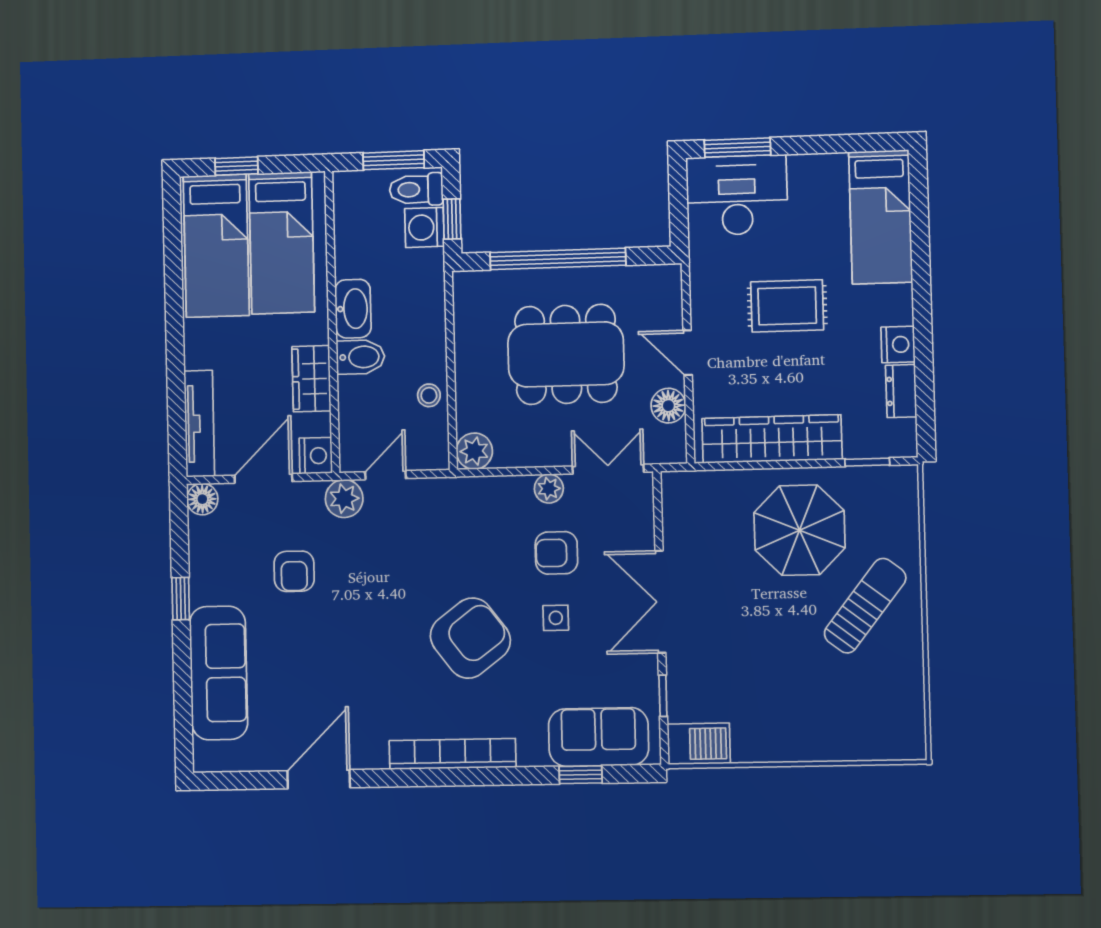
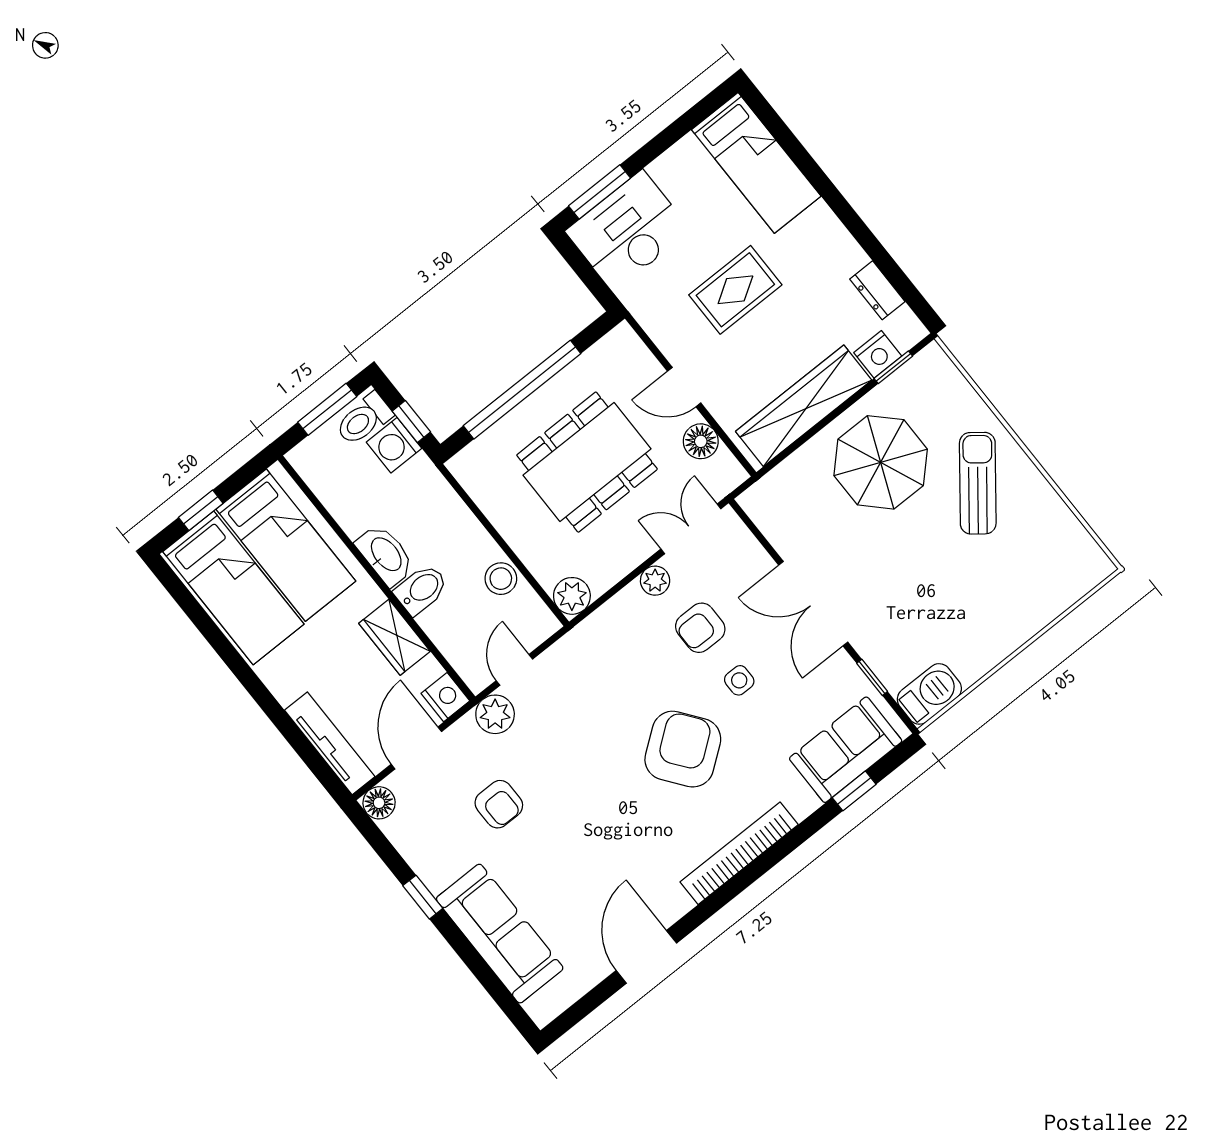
nightstand: (898, 344) -> (878, 354), moved, turned 90
stool: (429, 395) -> (501, 579), width x1.37, depth x1.37

